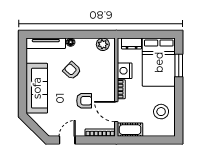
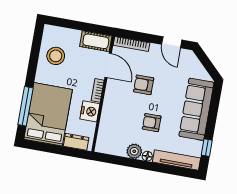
plant: (103, 44) -> (134, 151), moved
window: (23, 58) -> (207, 148), added
window: (179, 66) -> (25, 106), width x1.44
armchair: (72, 71) -> (152, 123), turned 137
door: (67, 140) -> (172, 42), hinge flipped

